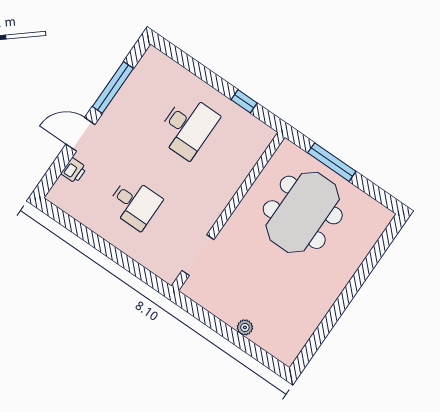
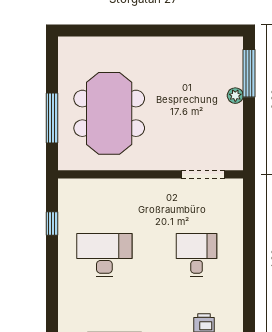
meeting table: (303, 212) -> (109, 113), turned 90
window: (256, 352) -> (249, 73), added

